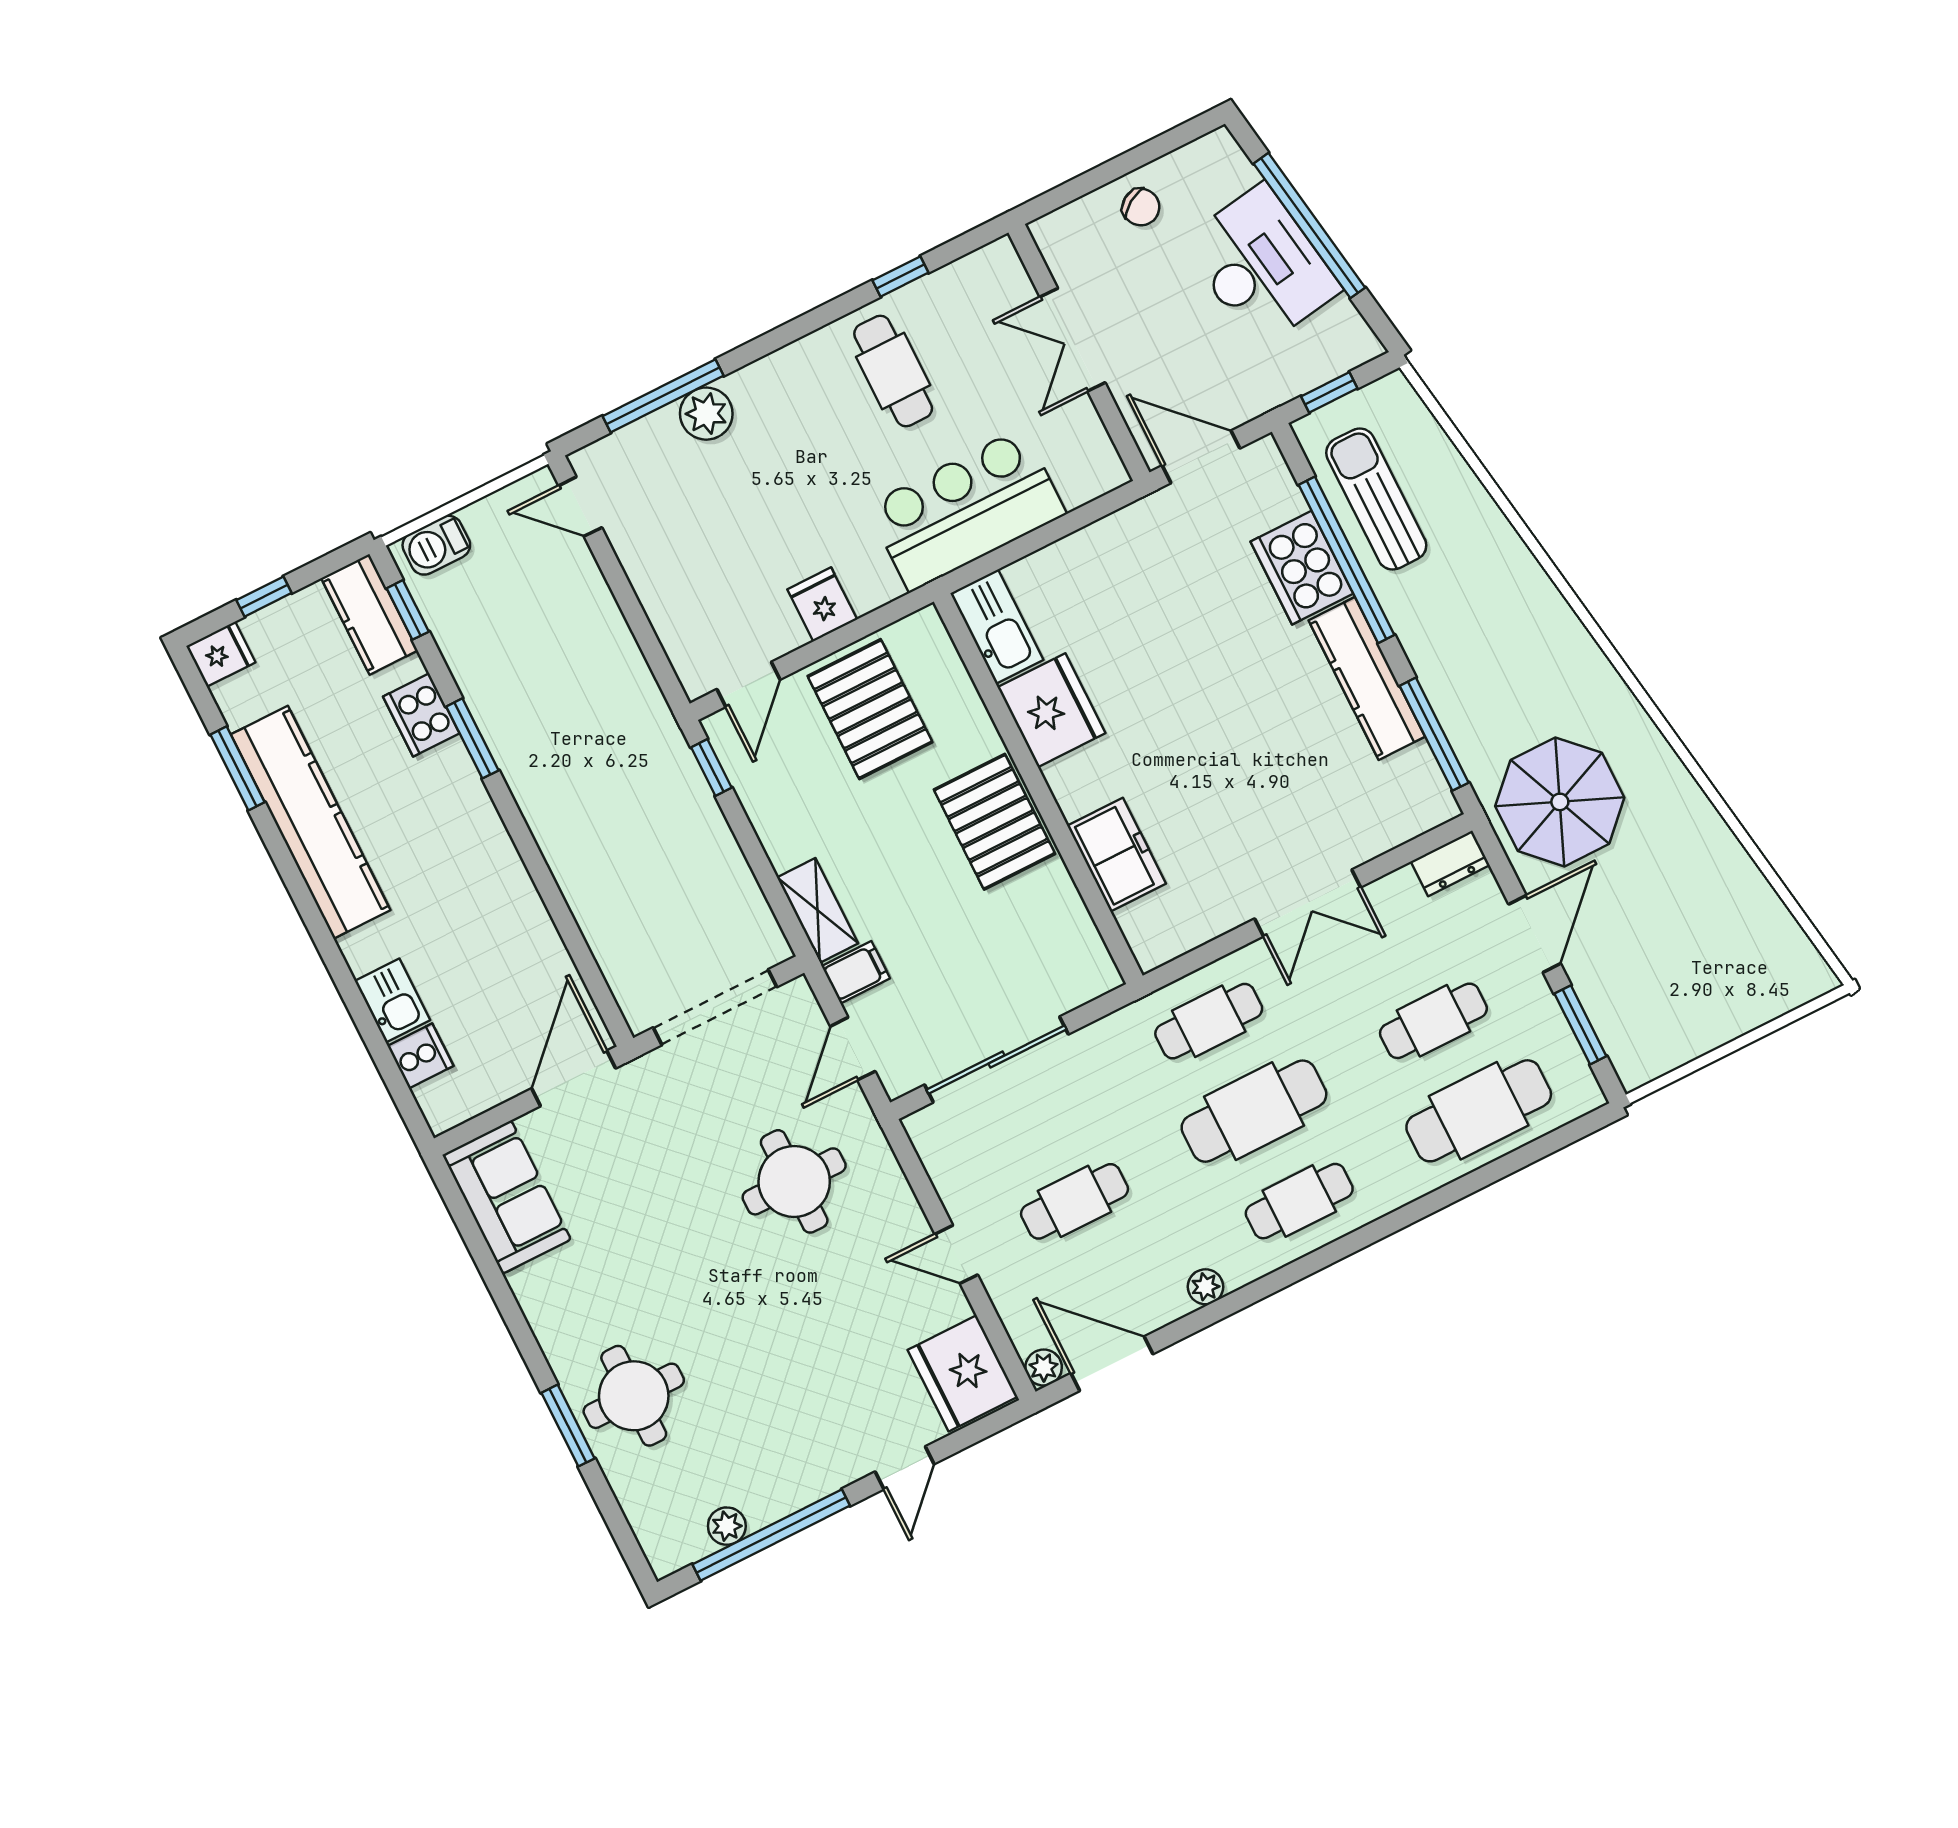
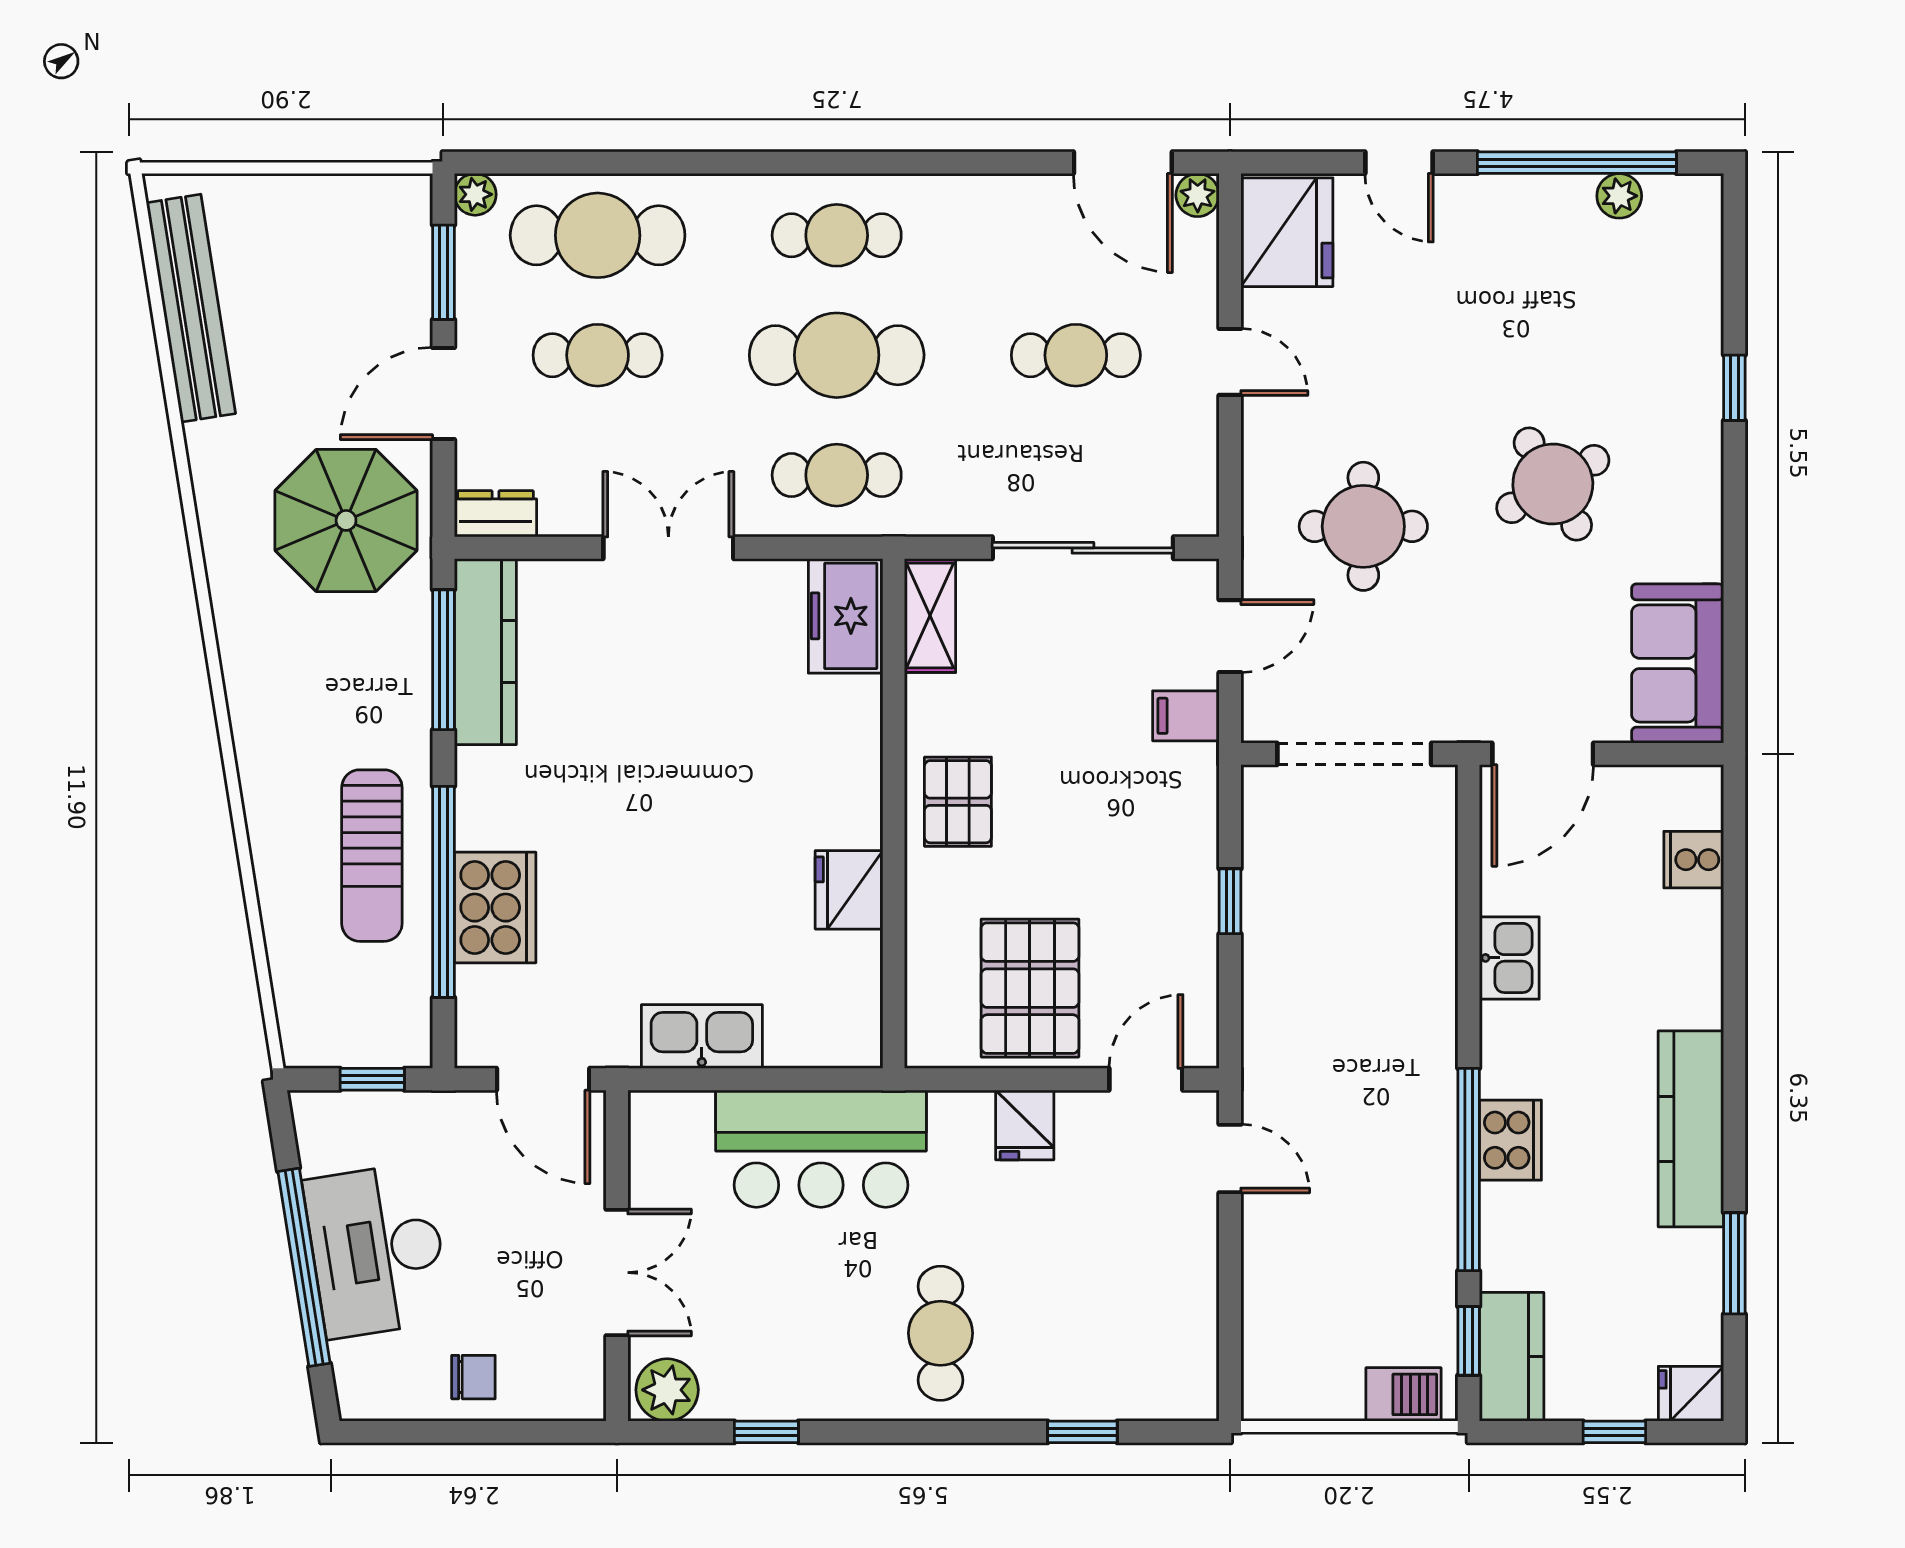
chair: (1141, 207) -> (473, 1377), turned 123
cafe table: (893, 371) -> (940, 1333), moved
window: (663, 396) -> (1082, 1432), width x0.46
plant: (706, 414) -> (667, 1390), moved
sun lounger: (1376, 499) -> (372, 856), moved
door: (580, 507) -> (1230, 1159), moved
kitchen sink: (997, 627) -> (702, 1037), moved, turned 90
kitchen counter: (1367, 679) -> (485, 652), moved
fridge: (1052, 710) -> (849, 890), width x0.73, depth x0.75
cooker: (421, 715) -> (1510, 1140), moved
window: (472, 738) -> (1469, 1170), width x2.11
window: (711, 768) -> (1230, 901), moved
kitchen counter: (311, 822) -> (1691, 1129), width x0.72, depth x0.86
pallet: (994, 822) -> (958, 802), width x0.67, depth x0.71
freezer: (1117, 855) -> (846, 616), moved
bench: (1756, 903) -> (191, 308), added
shelving: (818, 910) -> (930, 616), moved
kitchen sink: (393, 1001) -> (1509, 958), moved, turned 180
plant: (1205, 1287) -> (475, 194), moved
round table: (634, 1396) -> (1553, 484), moved, turned -30
window: (568, 1426) -> (1734, 388), width x0.67
door: (905, 1468) -> (1399, 163), swing flipped

